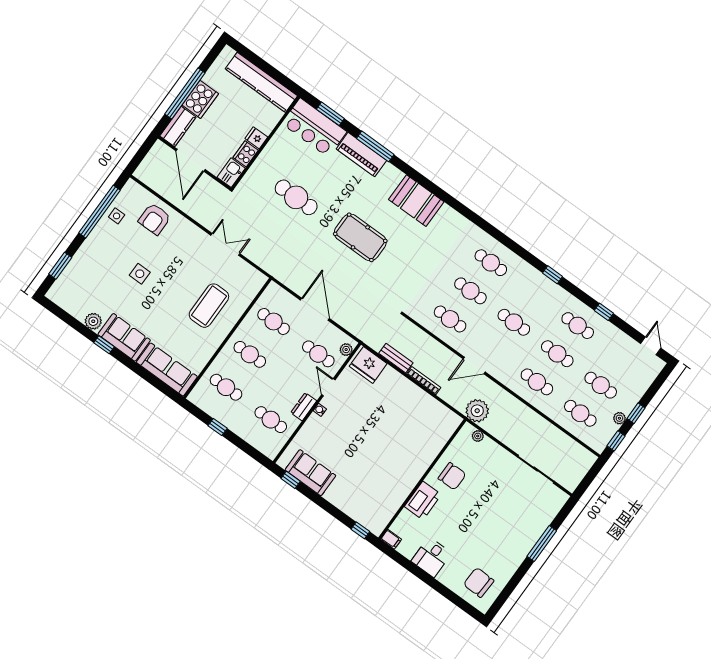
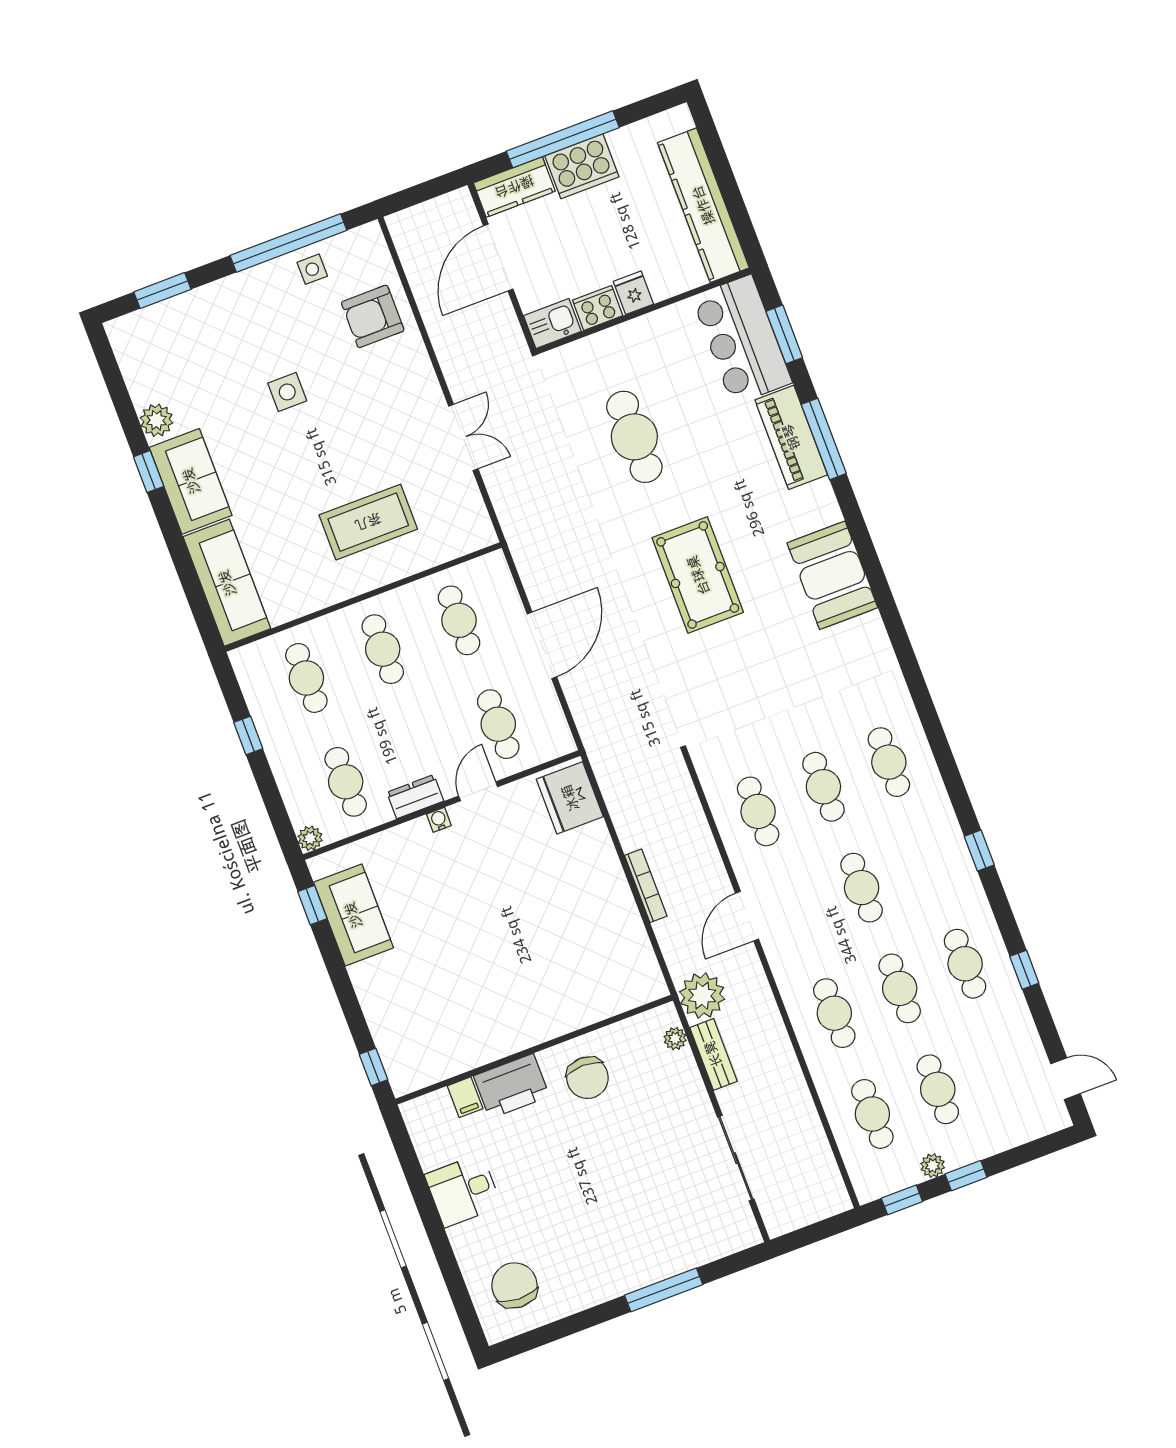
door: (651, 346) -> (1065, 1079), hinge flipped
plant: (346, 350) -> (310, 838), moved
bench: (396, 358) -> (713, 1054), moved
door: (474, 365) -> (747, 916), hinge flipped
filing cabinet: (391, 539) -> (465, 1097), moved

